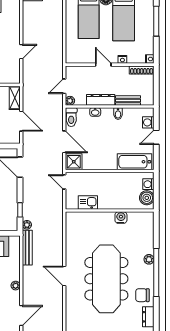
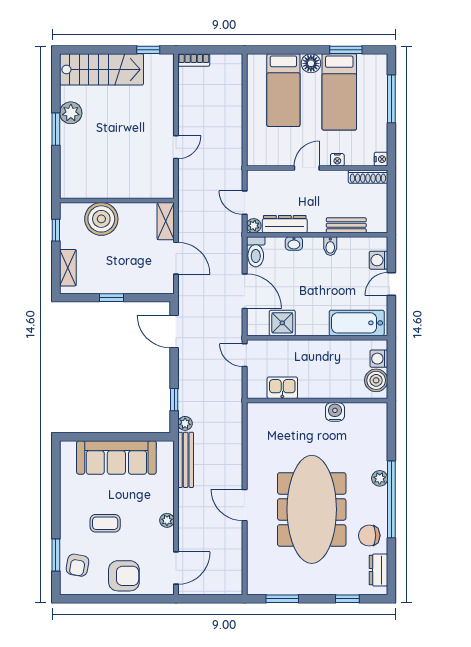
door: (103, 65) -> (307, 168), hinge flipped
door: (64, 86) -> (245, 203), hinge flipped
dresser: (101, 100) -> (285, 224), moved
shower: (74, 162) -> (282, 323), moved

